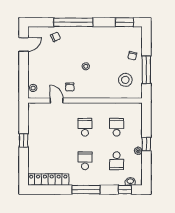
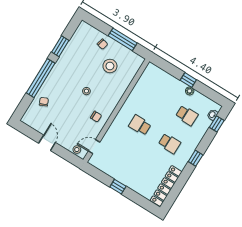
window: (125, 22) -> (60, 46), moved
door: (24, 44) -> (47, 143), moved
stool: (125, 80) -> (110, 66), moved
door: (57, 101) -> (94, 147), moved
school desk: (117, 127) -> (157, 97), removed
school desk: (85, 161) -> (170, 143), turned 180
window: (86, 190) -> (196, 158), width x0.46

